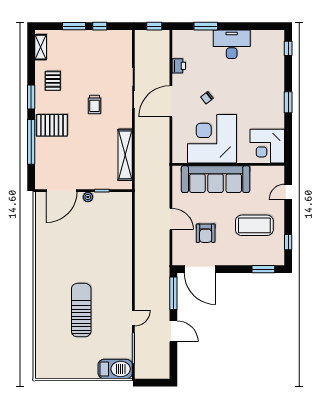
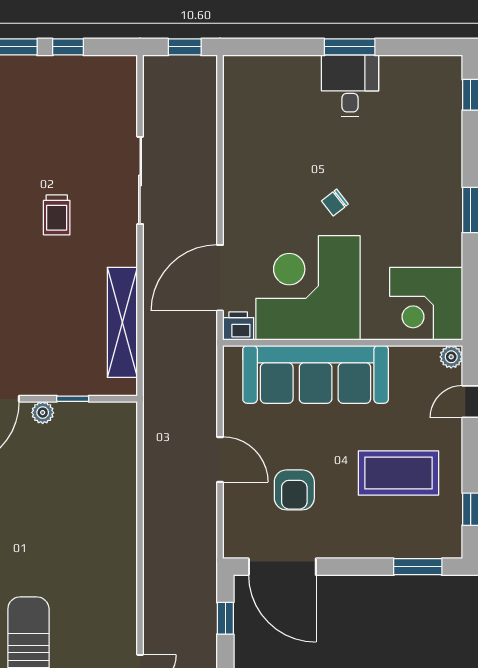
window: (206, 26) -> (350, 47), moved
desk: (232, 44) -> (350, 86), width x0.73
printer: (179, 66) -> (238, 326), moved, turned -90
chair: (207, 98) -> (335, 203), moved
door: (171, 101) -> (220, 278), moved
plant: (279, 171) -> (451, 357), added
window: (173, 293) -> (225, 618), width x0.46

